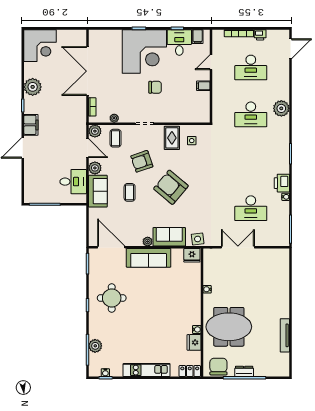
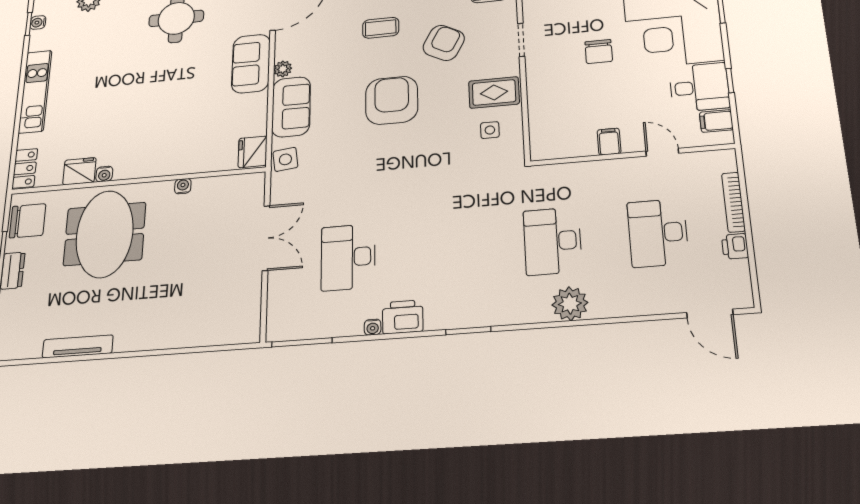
armchair: (142, 161) -> (444, 43), turned 47
armchair: (171, 187) -> (392, 100), turned -40
sofa: (149, 258) -> (251, 64), width x0.73

